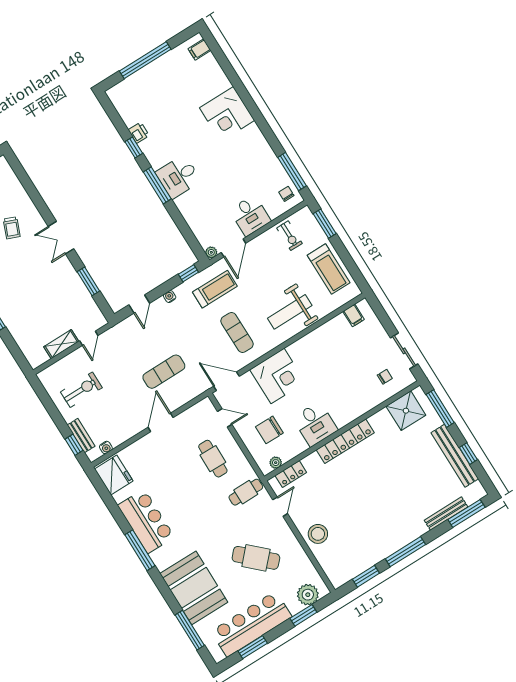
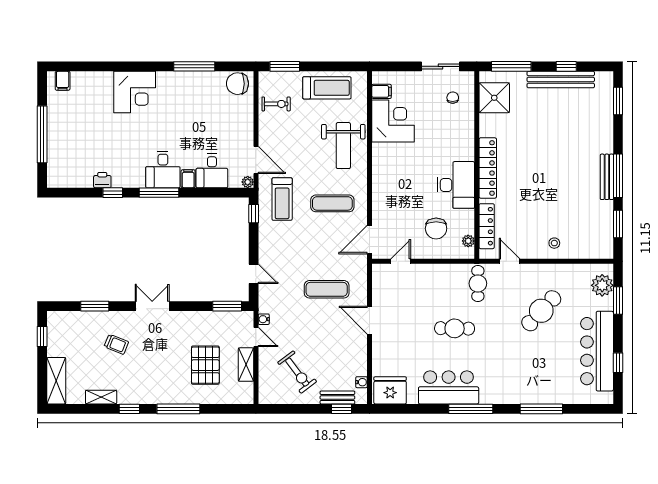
window: (292, 172) -> (194, 66), moved
window: (32, 191) -> (95, 306), added
chair: (286, 194) -> (237, 84), width x1.87, depth x1.87
filing cabinet: (184, 202) -> (188, 179), added
desk: (250, 215) -> (212, 171), moved, turned 90
double door: (61, 238) -> (152, 306), swing flipped
window: (88, 281) -> (227, 306), moved
treadmill: (215, 289) -> (282, 199), turned 180
water cooler: (170, 297) -> (264, 319), moved
pallet: (40, 311) -> (205, 365), added
exercise mat: (164, 372) -> (327, 289), turned 90
corner desk: (277, 376) -> (393, 121), moved
exercise bike: (81, 390) -> (297, 372), turned 143
desk: (315, 424) -> (456, 185), width x1.37
cafe table: (213, 459) -> (455, 328), moved
locker: (291, 474) -> (487, 226), width x1.53
window: (466, 513) -> (618, 101), width x0.69
bench: (446, 514) -> (607, 177), moved
stool: (318, 534) -> (554, 243), width x0.53, depth x0.53
booth: (194, 588) -> (533, 382), removed
window: (190, 630) -> (541, 409), moved
window: (253, 647) -> (618, 363), width x0.67

